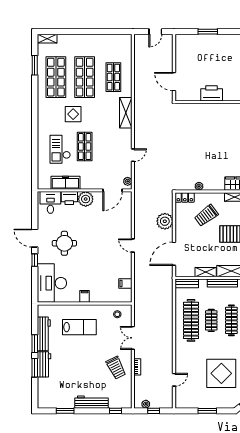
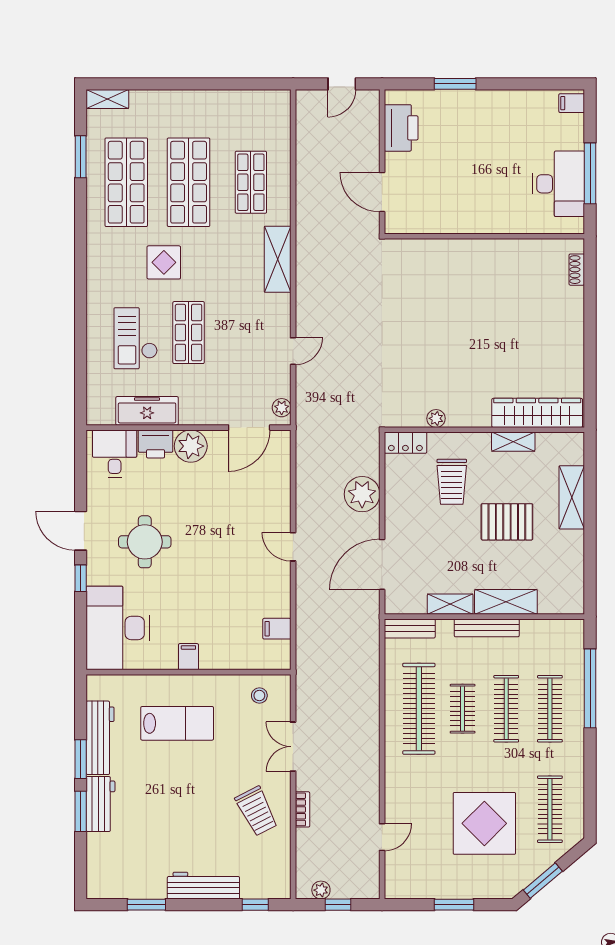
printer: (212, 93) -> (401, 128), moved, turned 90
trolley: (206, 216) -> (452, 482), turned -53

